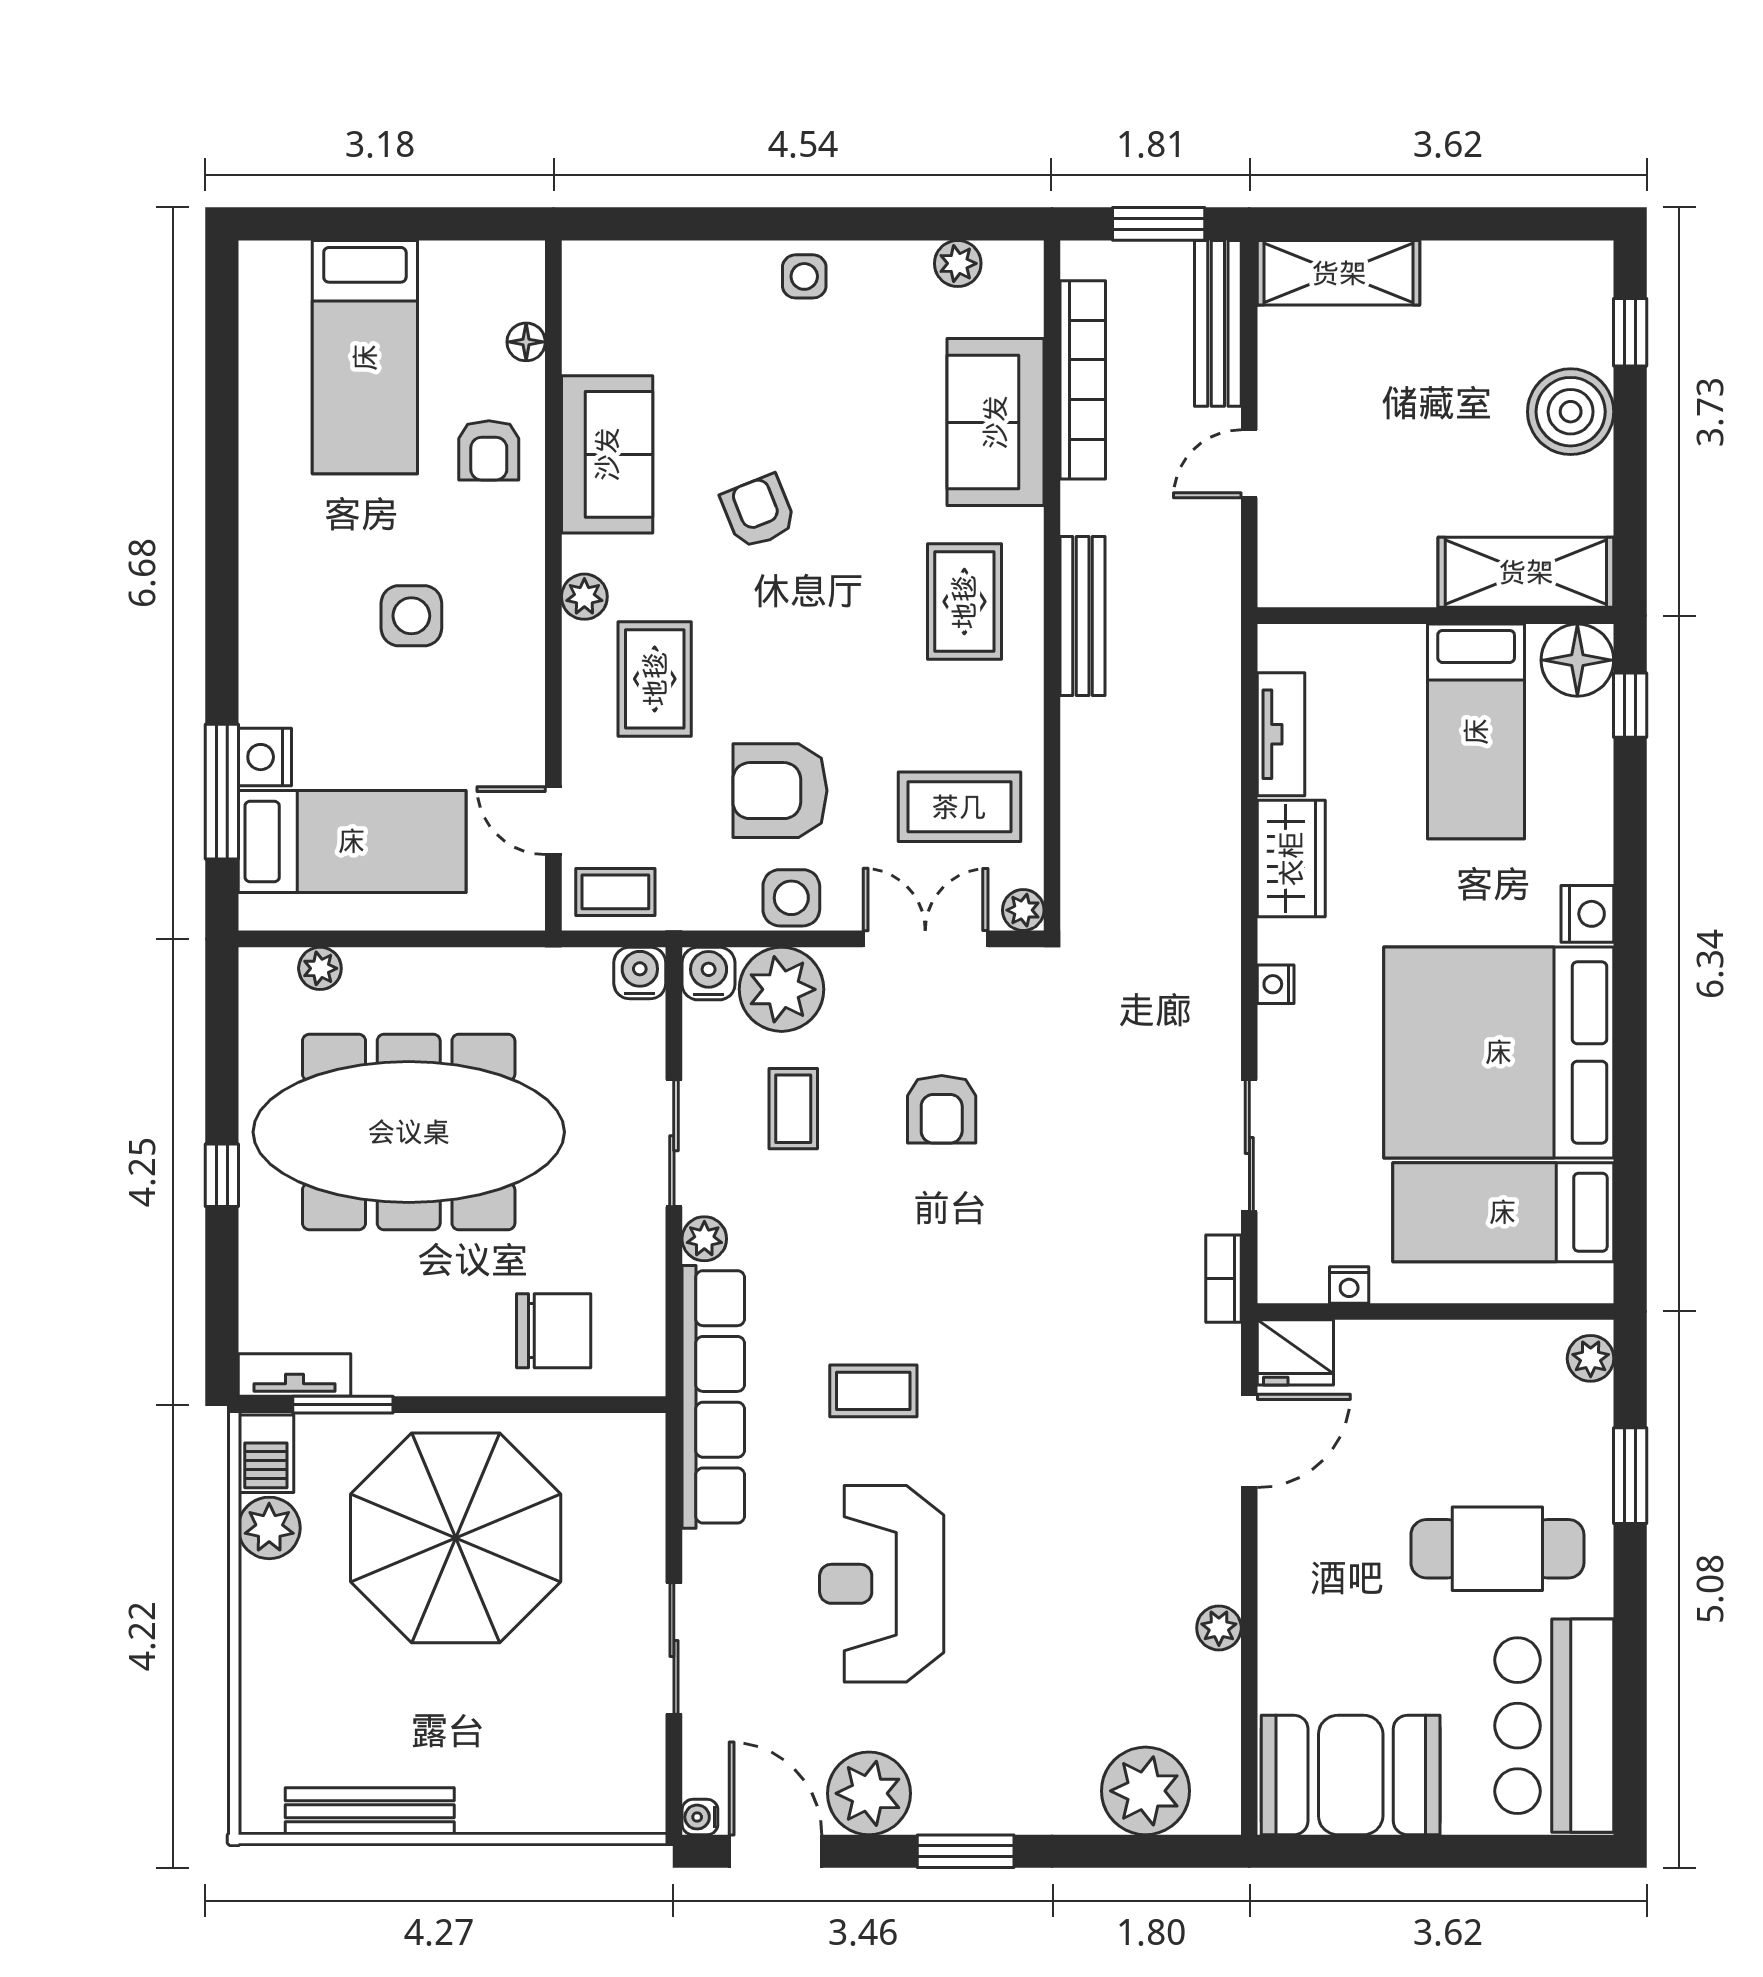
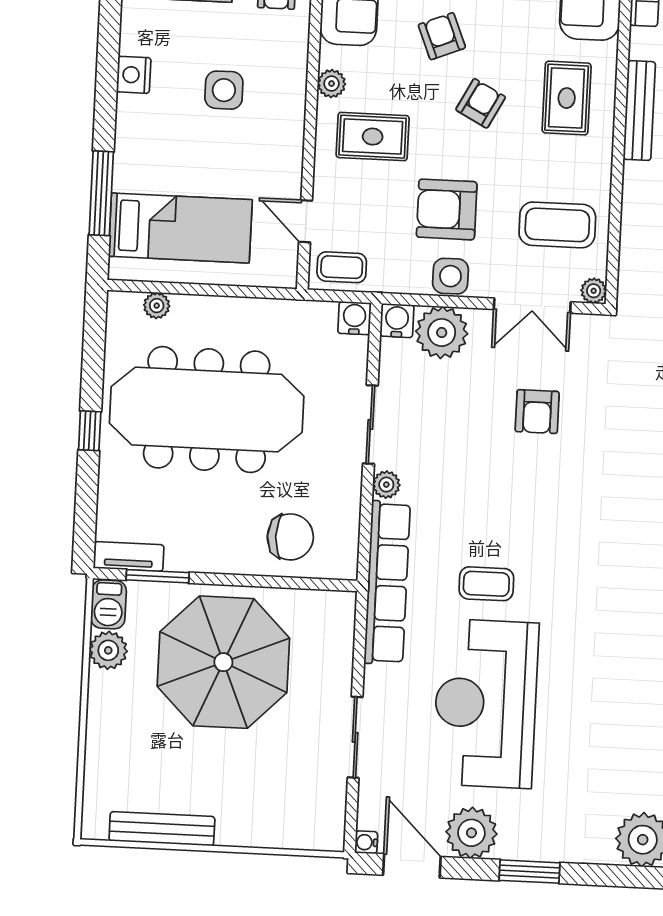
armchair: (826, 617) -> (481, 103), added
rug: (655, 679) -> (373, 137), turned 90
nightstand: (265, 757) -> (134, 75), moved
double door: (925, 939) -> (532, 306), swing flipped
coffee table: (793, 1109) -> (445, 407), removed
reception desk: (882, 1584) -> (486, 703), width x1.36, depth x1.30

